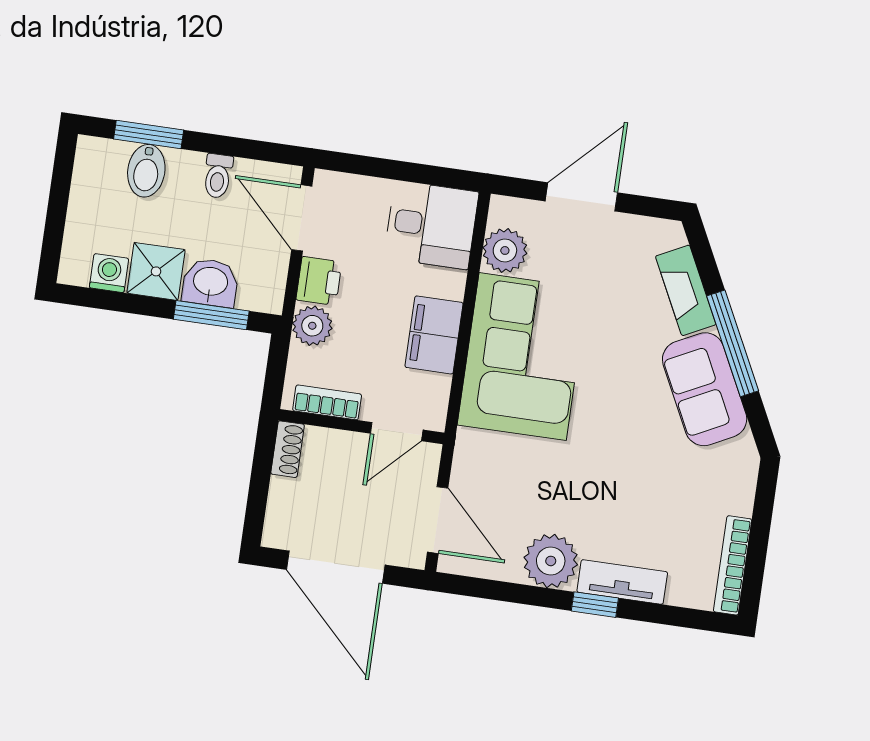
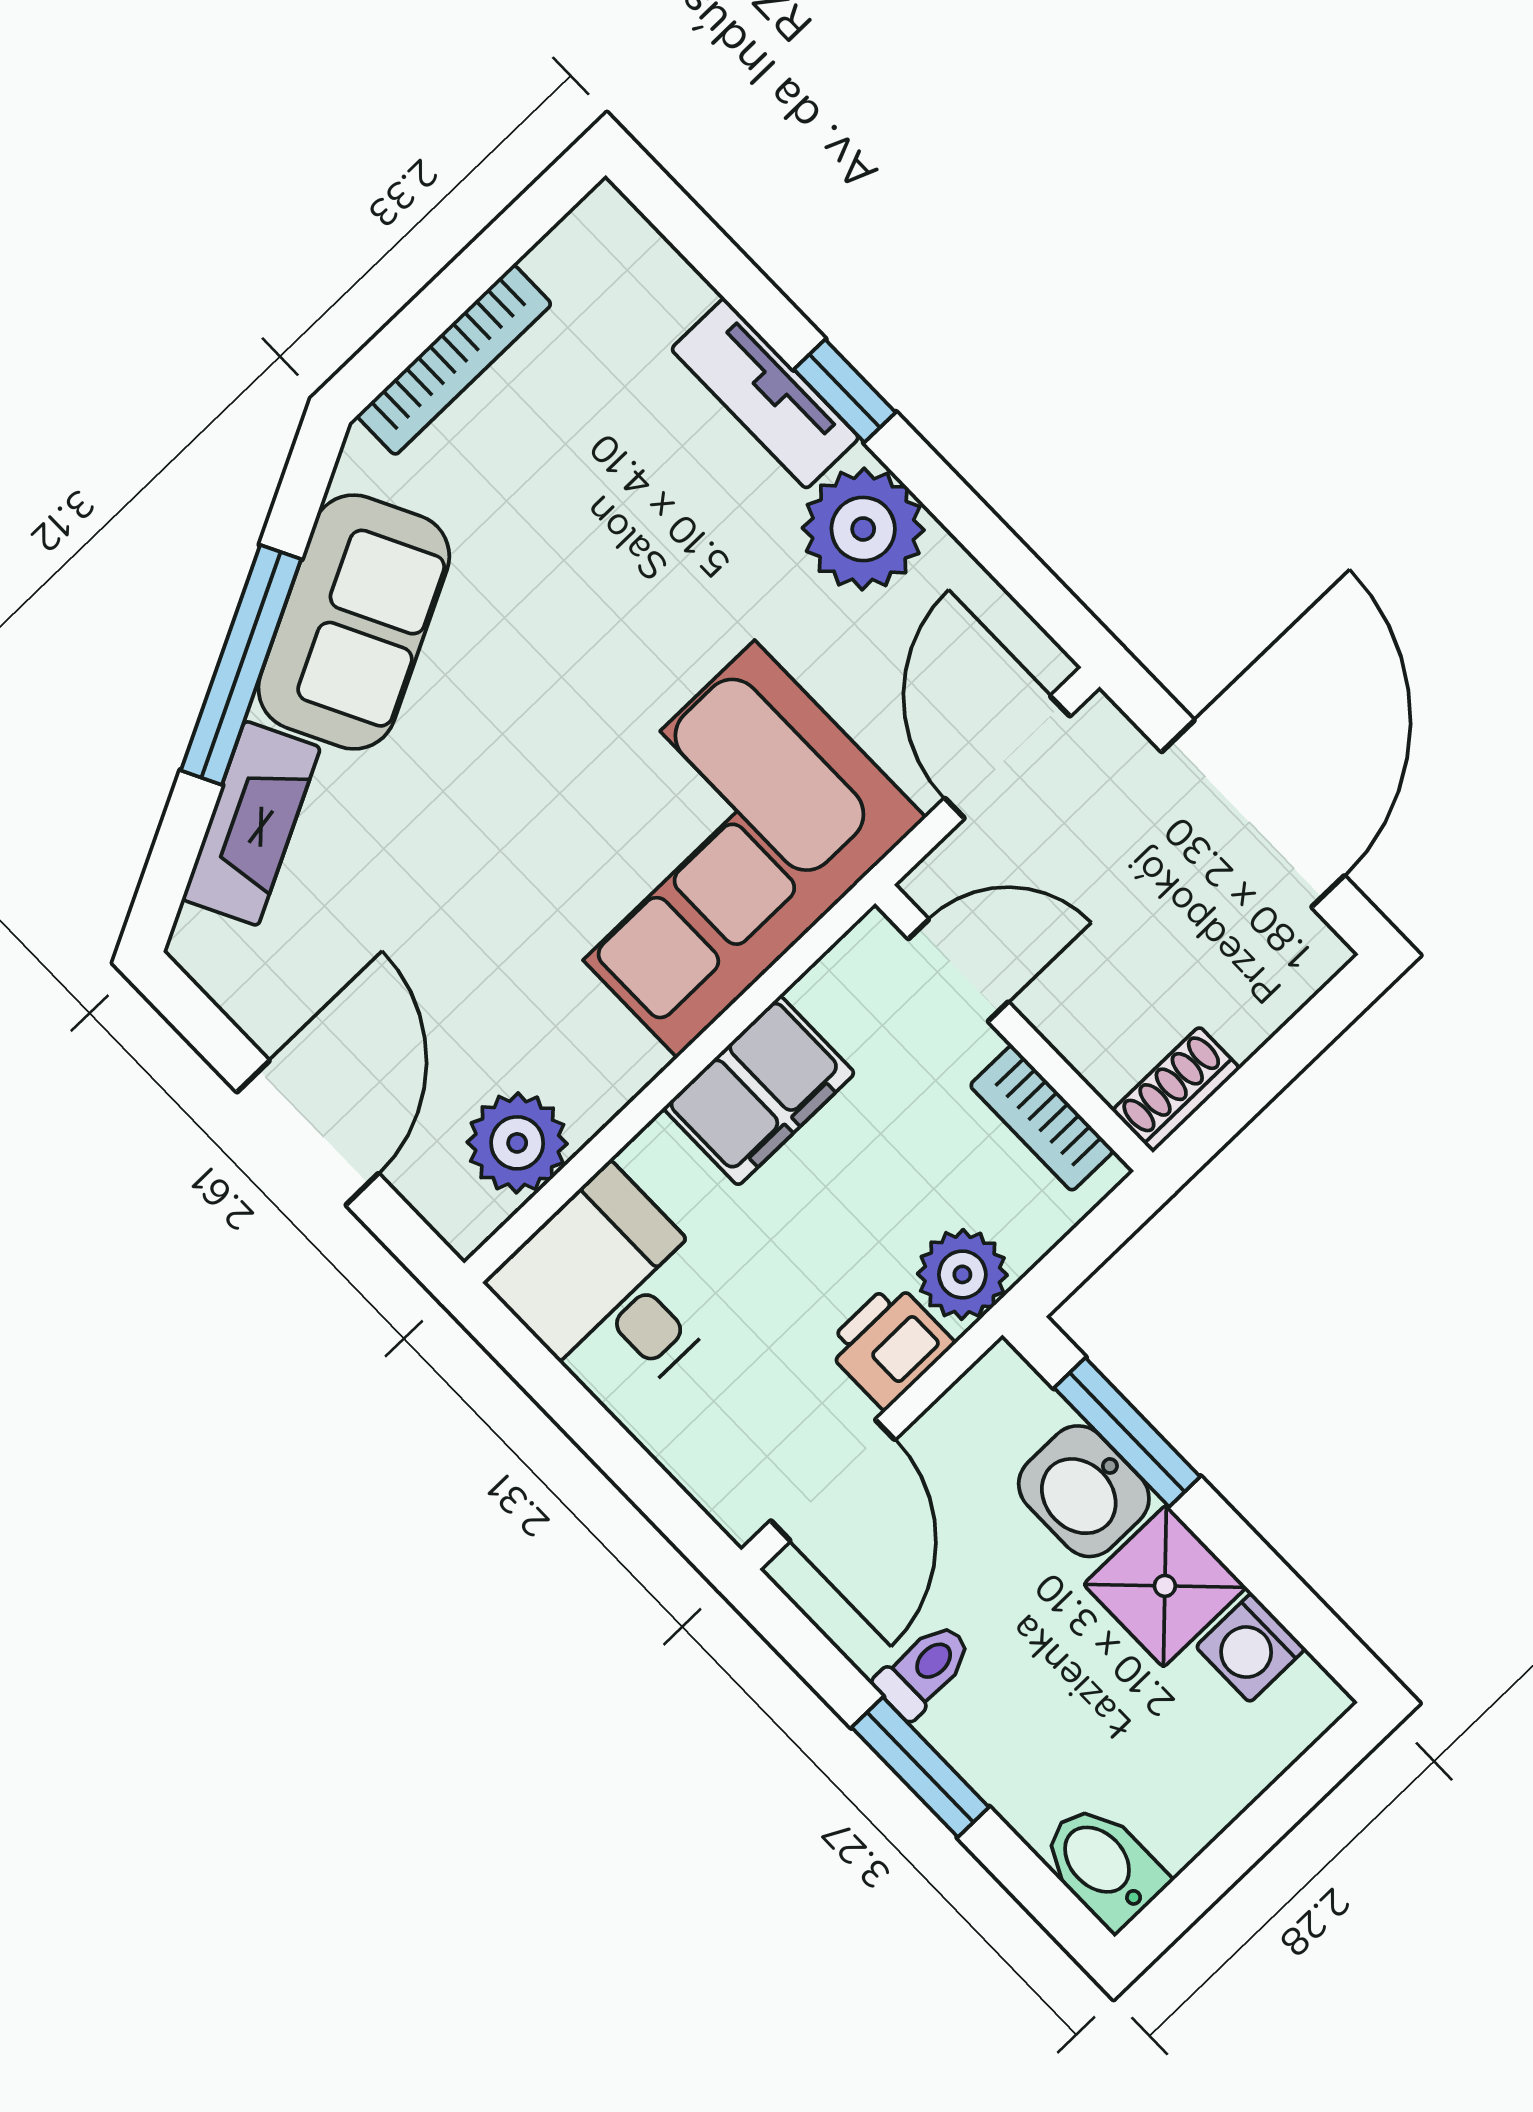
window: (149, 134) -> (920, 1767), moved
bidet: (146, 171) -> (1103, 1866), moved, turned -90
door: (581, 197) -> (308, 1133), swing flipped
corner sofa: (523, 357) -> (716, 849), moved
bookcase: (733, 565) -> (454, 360), moved

